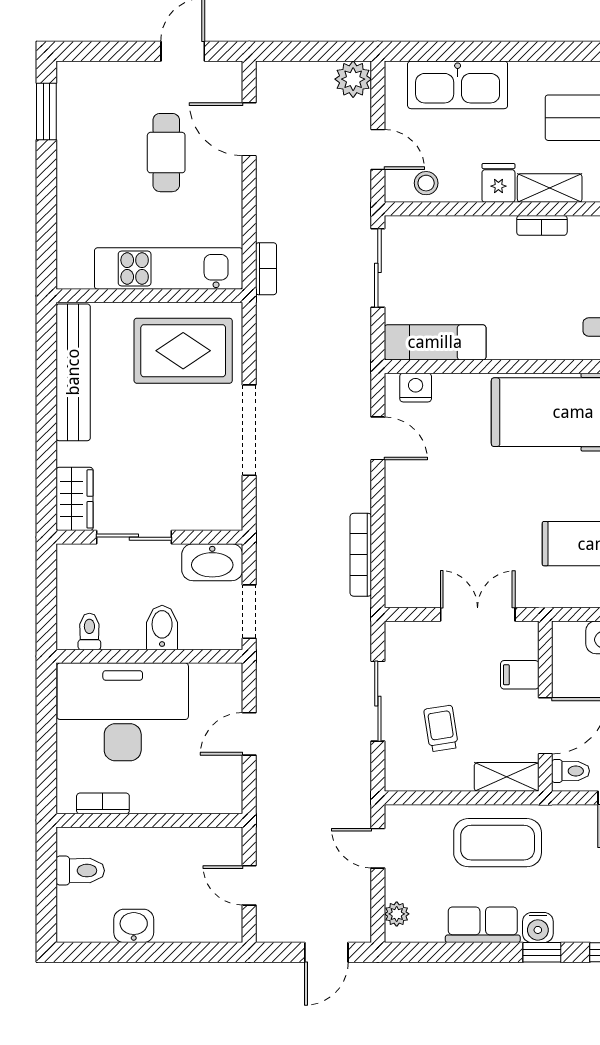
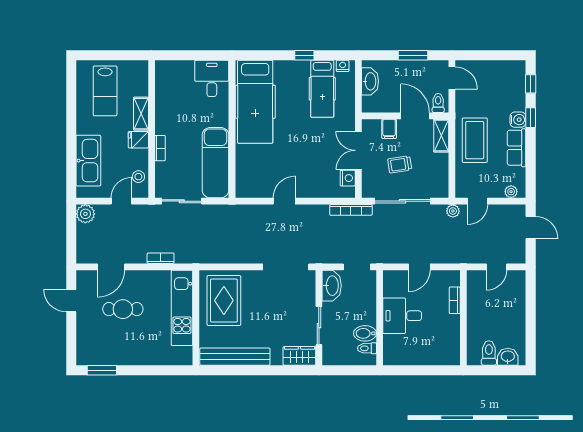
bookcase: (542, 225) -> (160, 148), moved
bookcase: (266, 269) -> (161, 258), moved
exam couch: (435, 342) -> (216, 163), width x1.36, depth x1.45
nightstand: (416, 388) -> (348, 178), moved, turned 180
doorway: (249, 430) -> (286, 267), moved
door: (378, 438) -> (284, 201), moved
bookcase: (361, 555) -> (351, 210), moved
bidet: (162, 628) -> (365, 333), moved
sliding door: (378, 701) -> (403, 201), width x1.37
desk: (123, 712) -> (402, 316), width x0.53, depth x0.77
trolley: (441, 728) -> (400, 164), moved
door: (249, 734) -> (419, 267), hinge flipped
plant: (359, 800) -> (453, 211), added
bookcase: (103, 803) -> (455, 300), moved
washbasin: (134, 926) -> (508, 357), moved, turned 90

